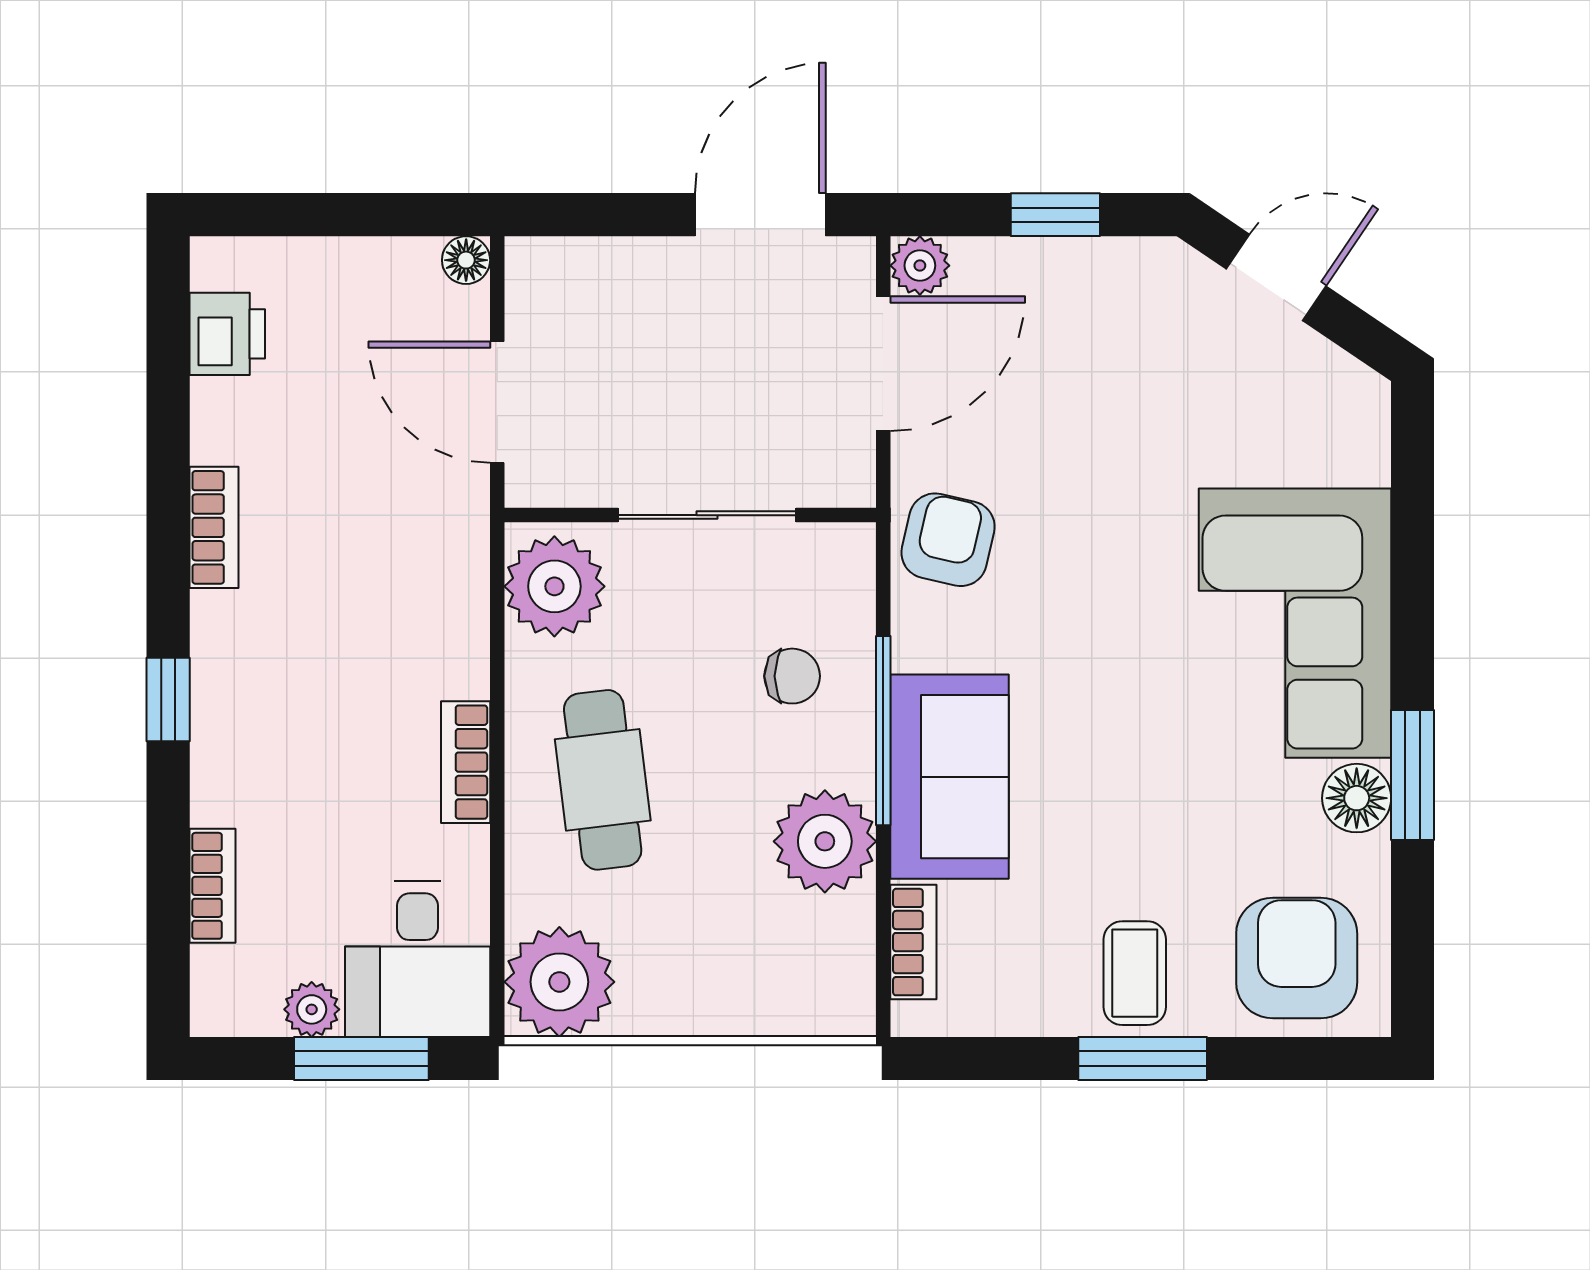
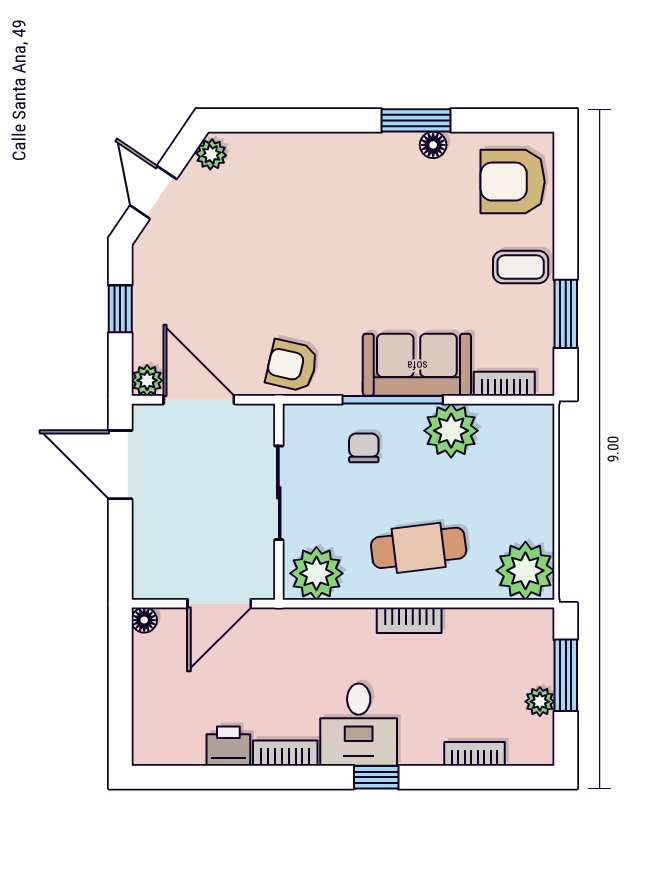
printer: (227, 334) -> (228, 746), moved
plant: (1348, 387) -> (211, 154), added
corner sofa: (1295, 623) -> (336, 182), removed
floor lamp: (1357, 798) -> (433, 145), width x0.73, depth x0.73
desk: (418, 959) -> (359, 725), moved, turned 90
window: (1143, 1059) -> (566, 314), moved

